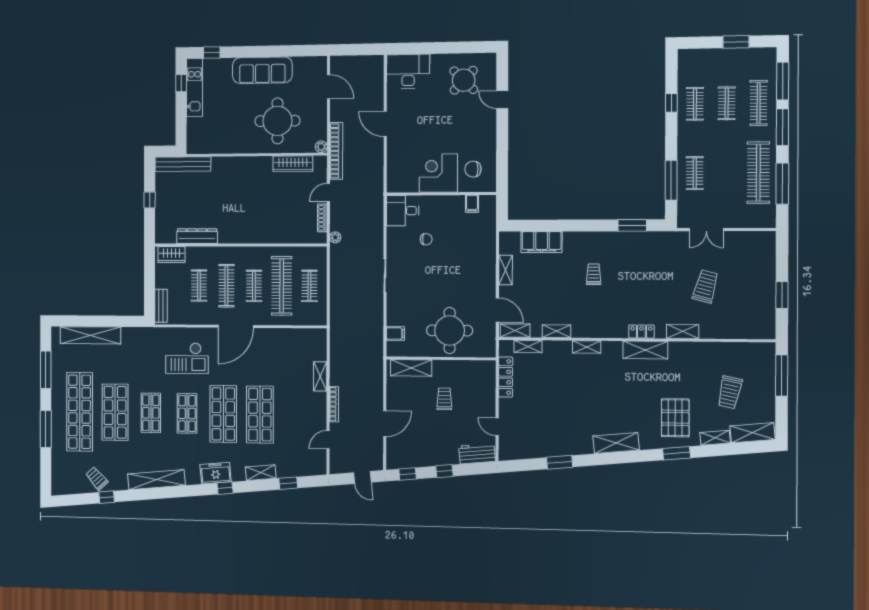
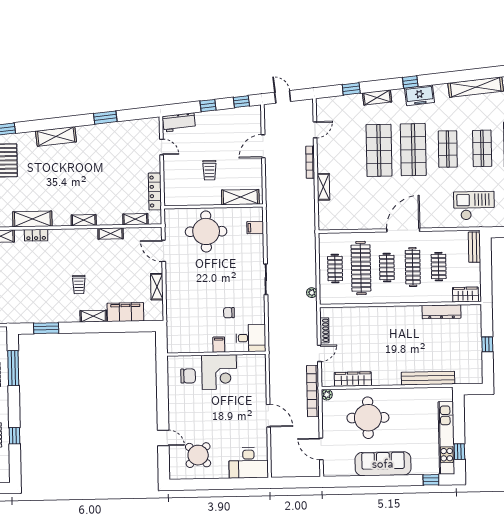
kitchen unit: (194, 88) -> (446, 438), width x1.36
bench: (183, 164) -> (428, 378), moved
filing cabinet: (472, 204) -> (219, 345), moved
plant: (335, 237) -> (312, 293), moved
shelving: (515, 331) -> (93, 316), moved
checkout: (187, 358) -> (474, 206), moved

